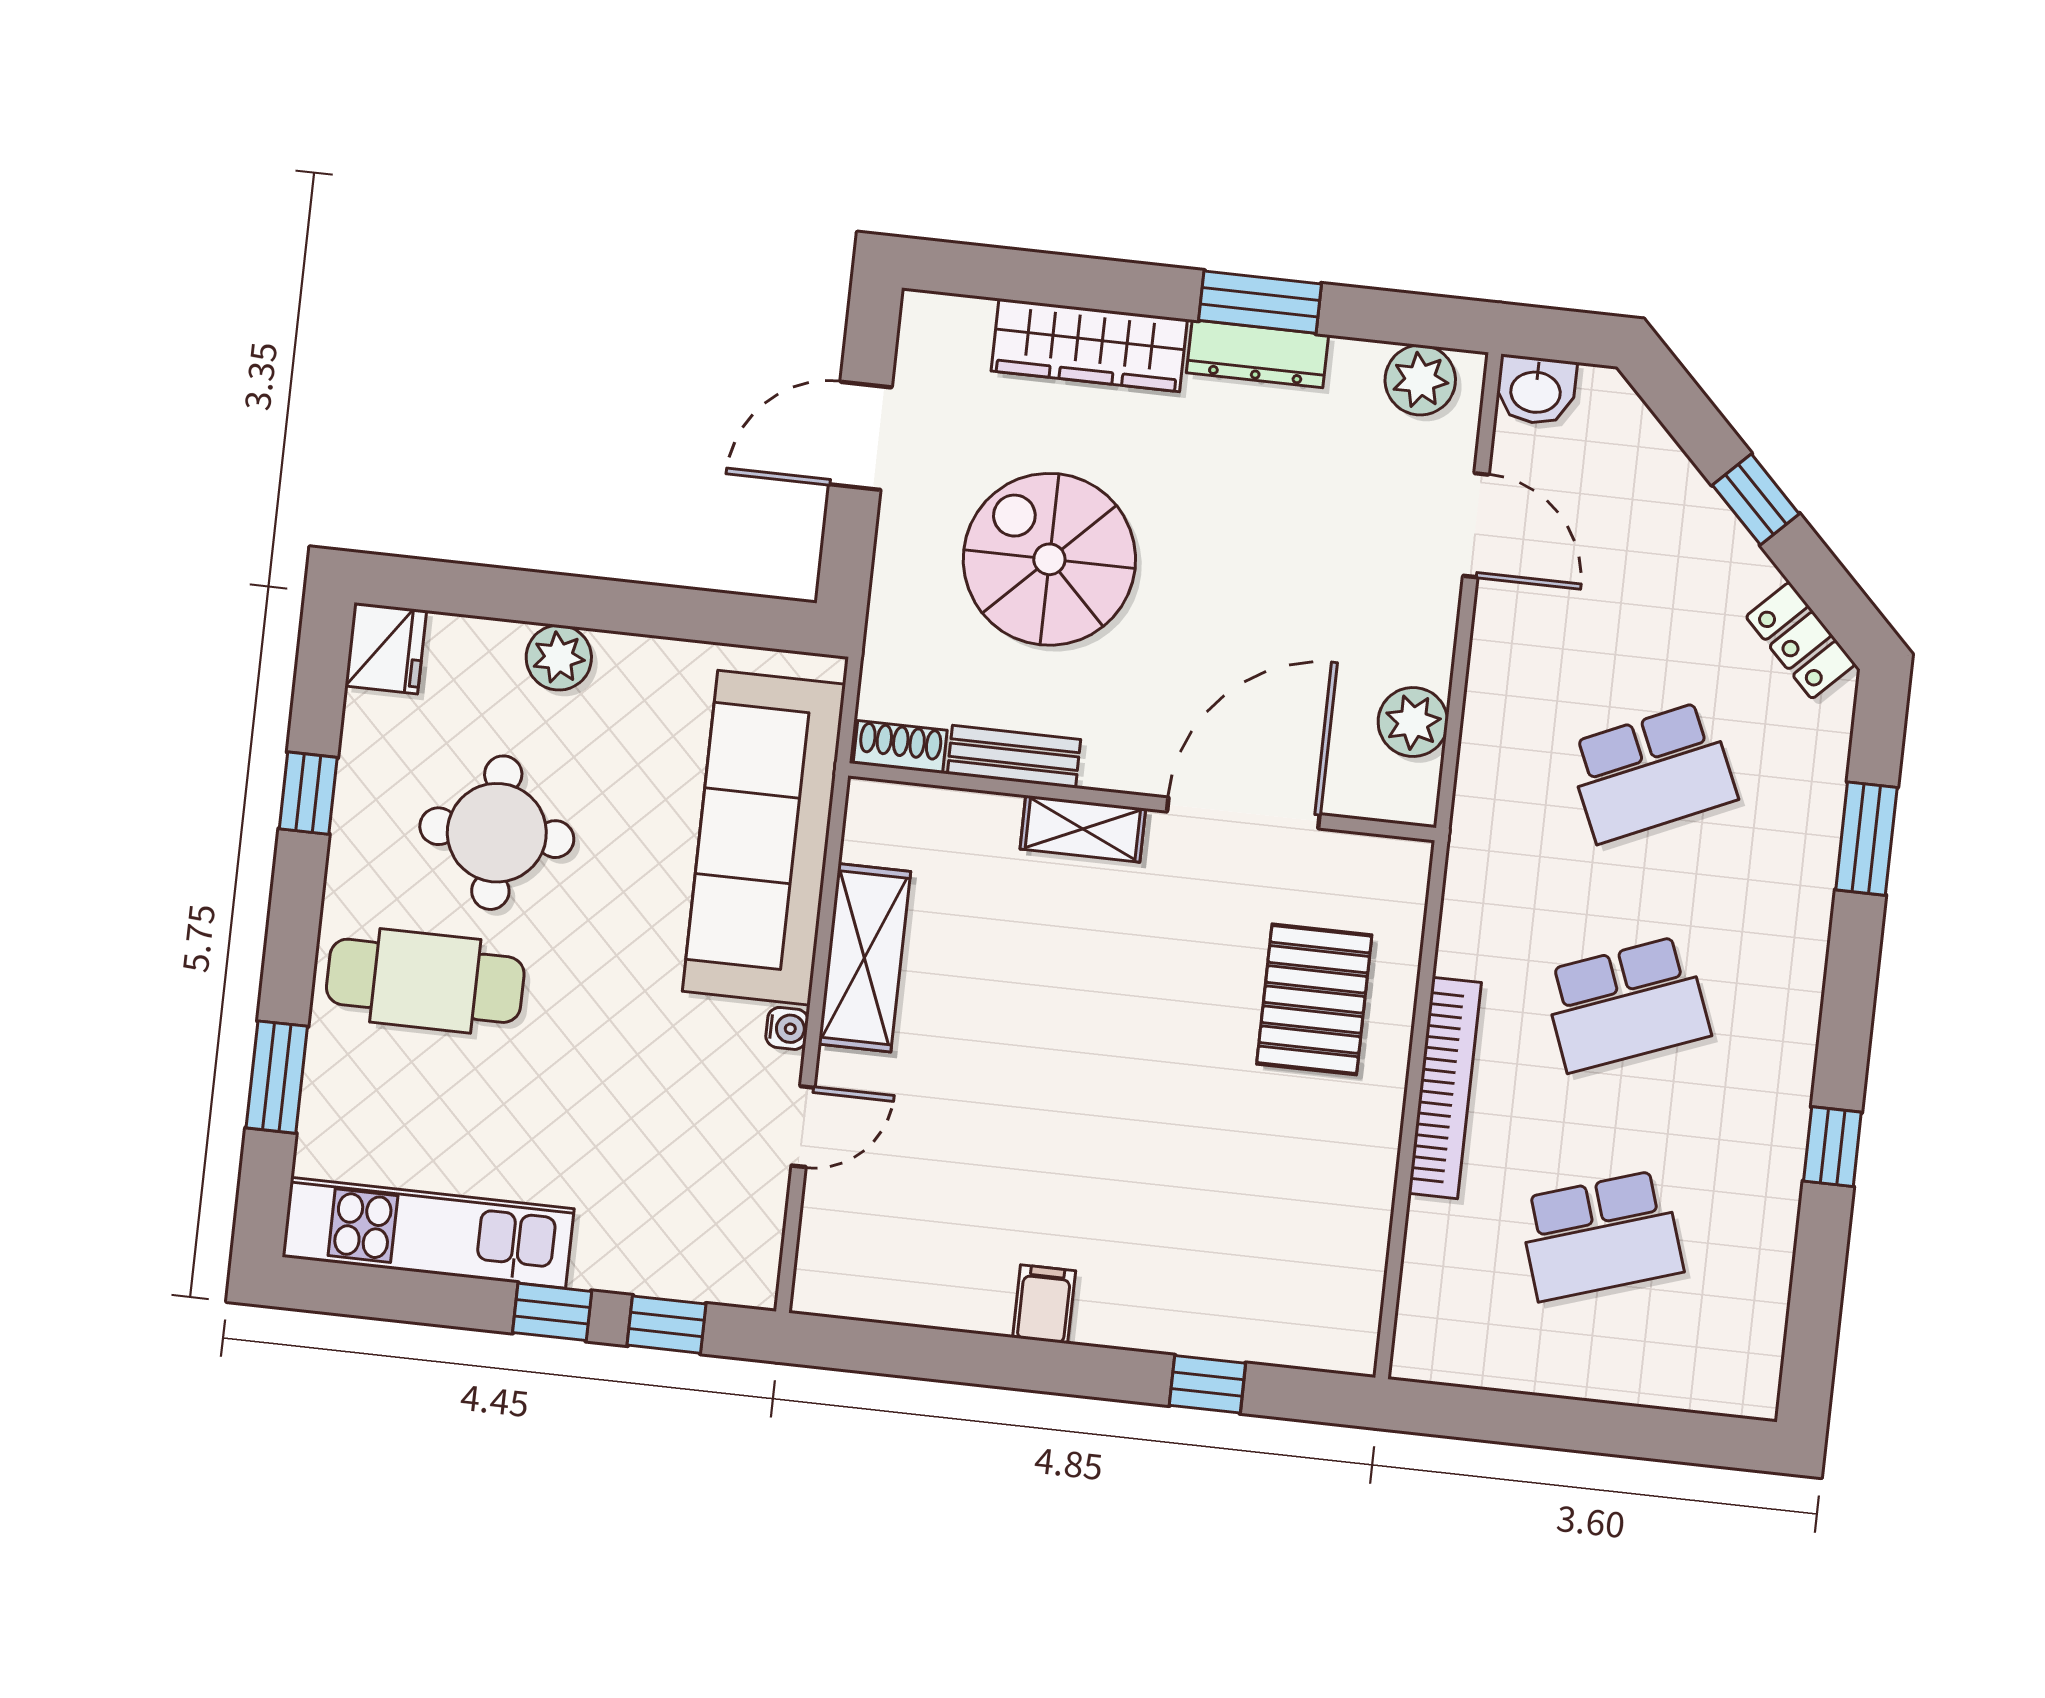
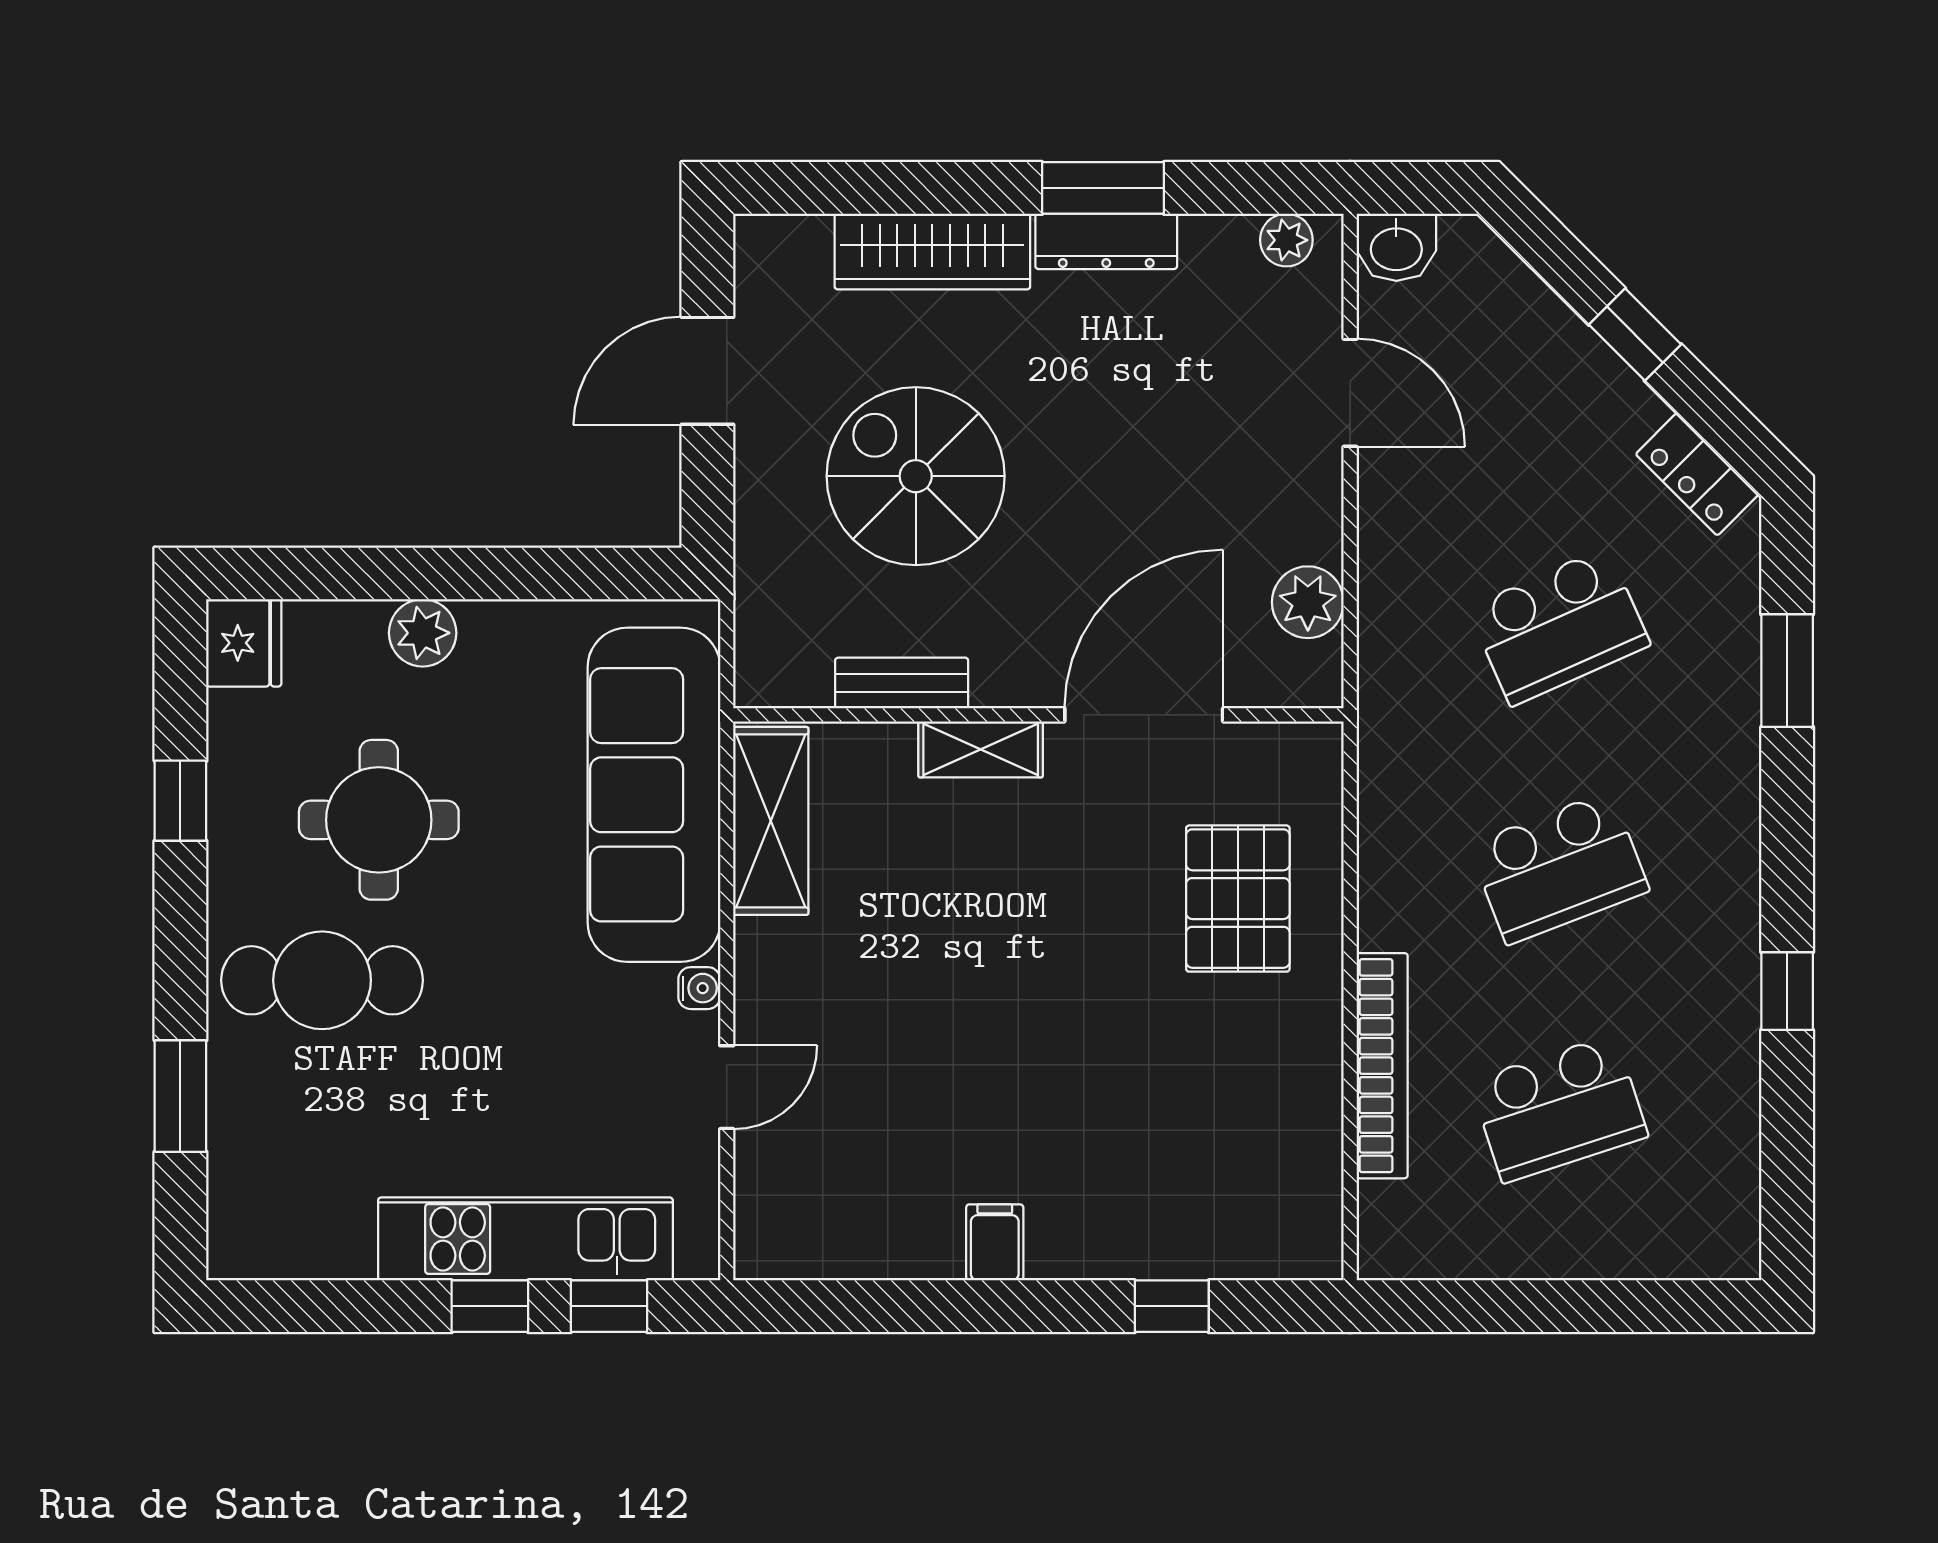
plant: (1420, 380) -> (1286, 240), width x0.73, depth x0.73
shoe rack: (900, 747) -> (784, 686), removed
shelving: (864, 958) -> (771, 821), moved
bookcase: (1445, 1088) -> (1382, 1066), moved
kitchen unit: (428, 1233) -> (525, 1239), moved

